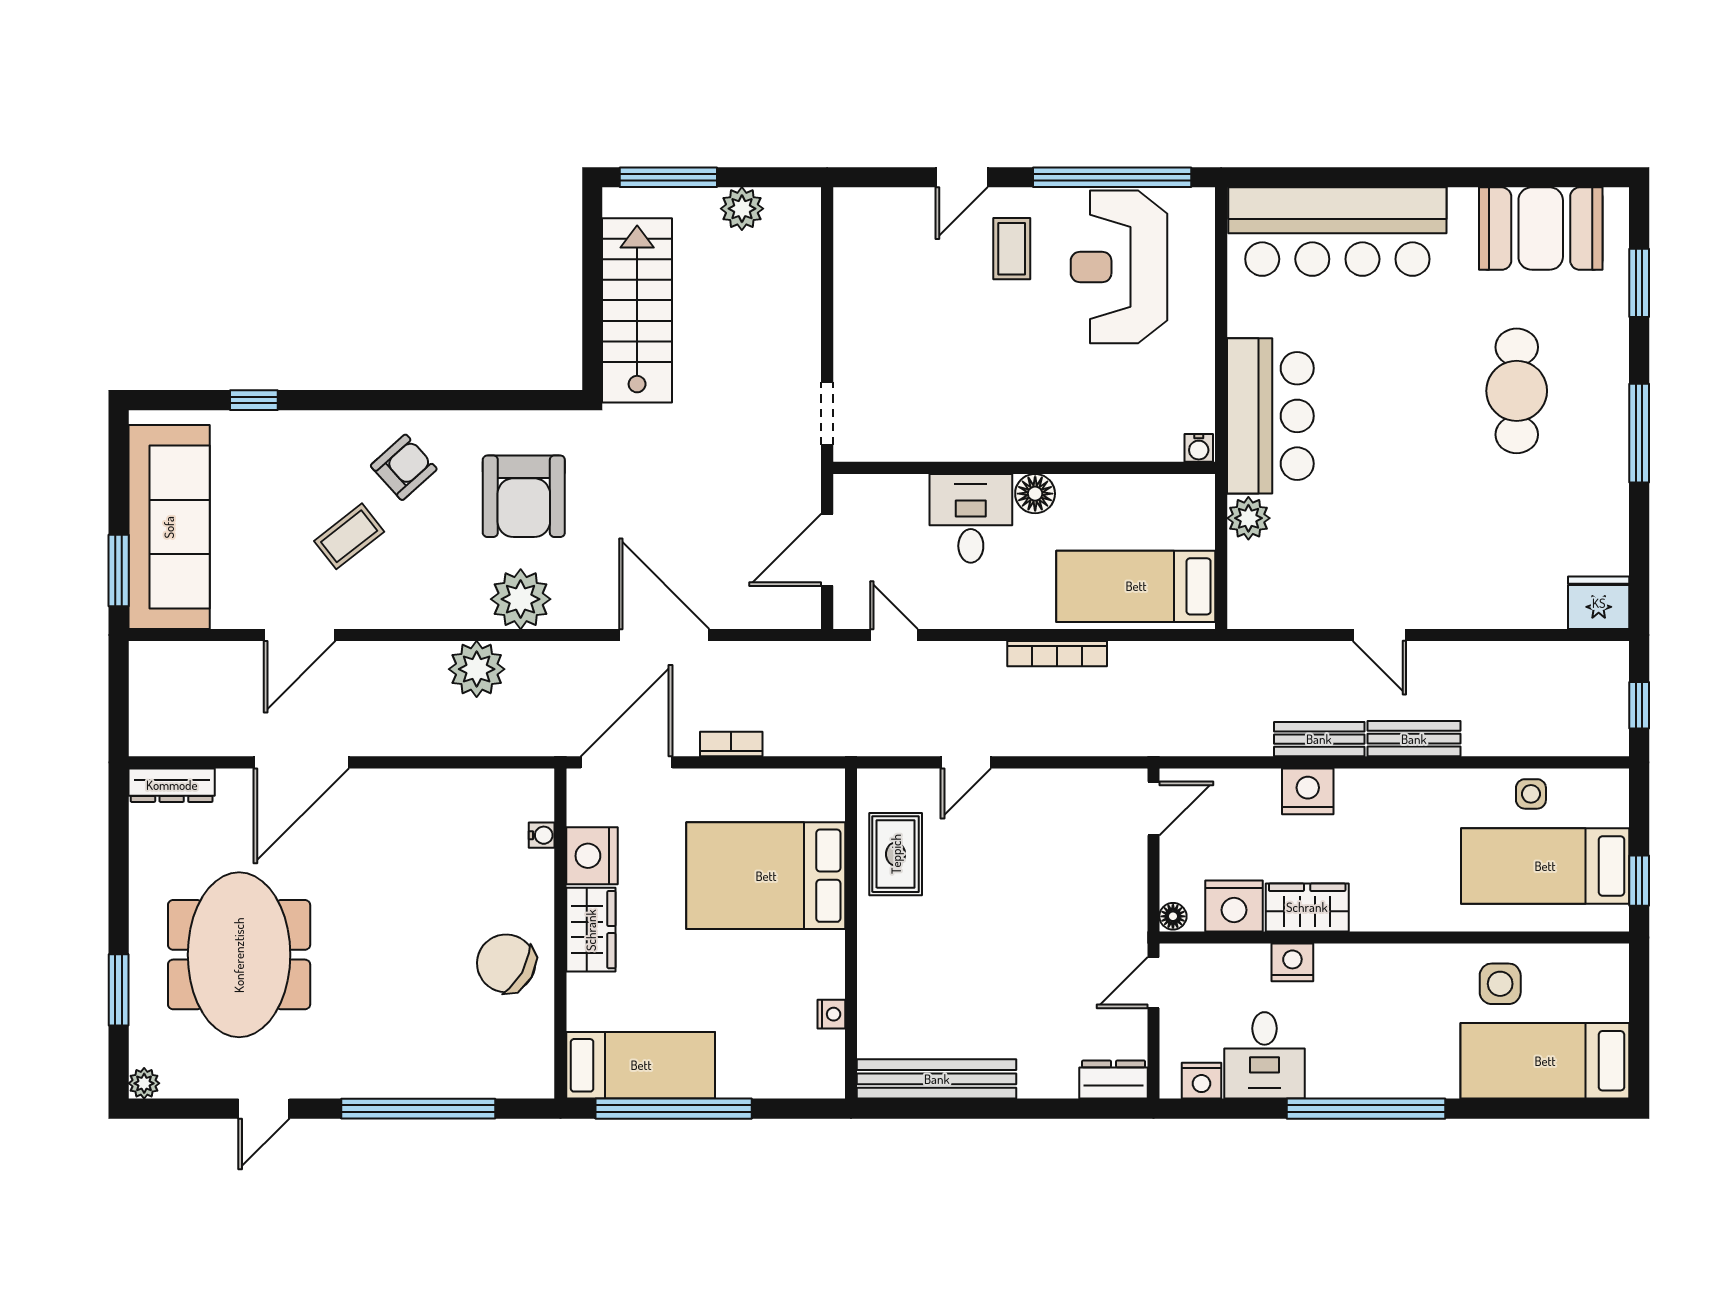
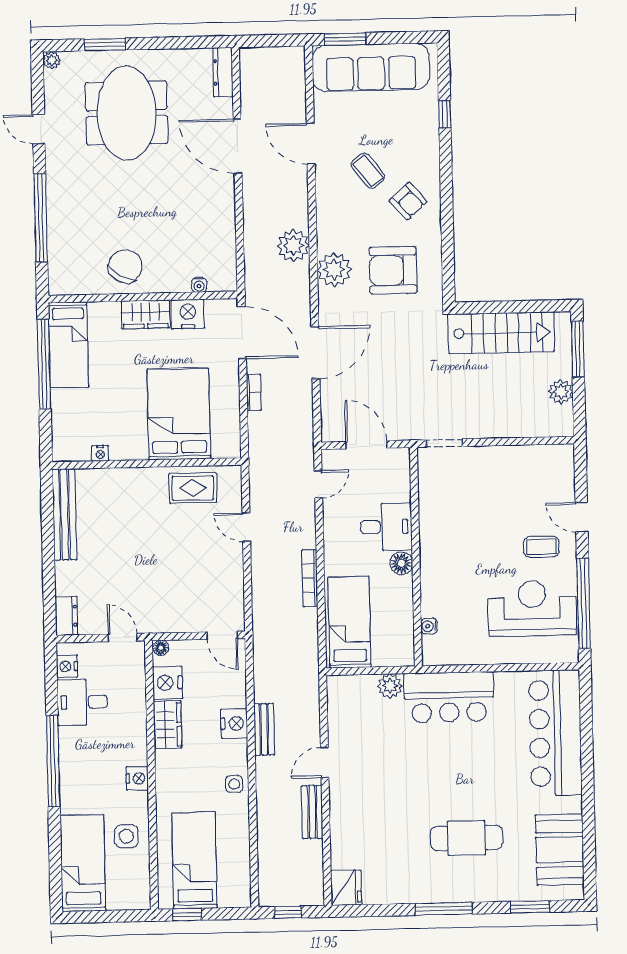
water cooler: (1199, 448) -> (429, 626), moved
bench: (1414, 739) -> (312, 812), moved
side table: (1531, 794) -> (234, 784), moved
meeting table: (239, 955) -> (127, 113), turned 90
nightstand: (1292, 962) -> (137, 778), moved

